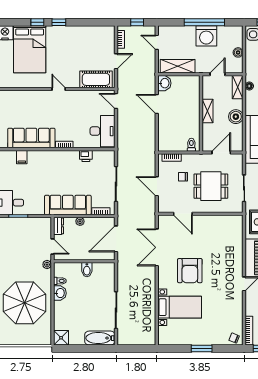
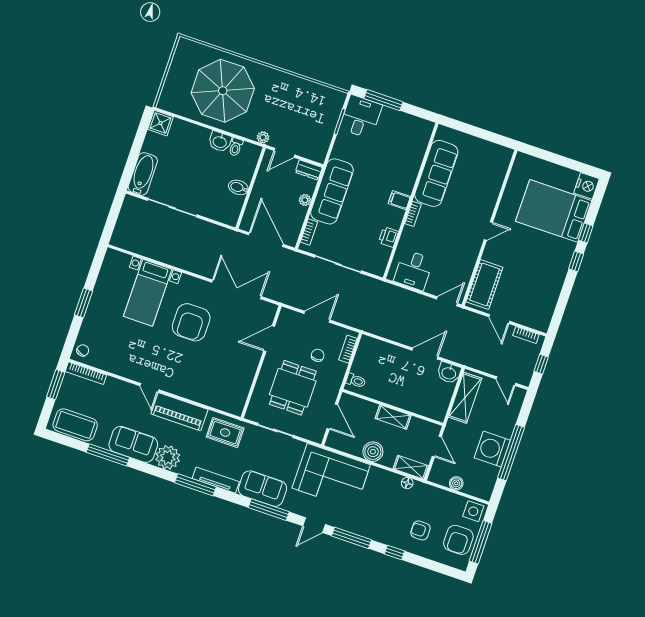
door: (157, 42) -> (506, 381), swing flipped
desk: (103, 131) -> (414, 270), width x0.73
filing cabinet: (22, 157) -> (399, 200), moved
armchair: (190, 271) -> (191, 322), turned -90

